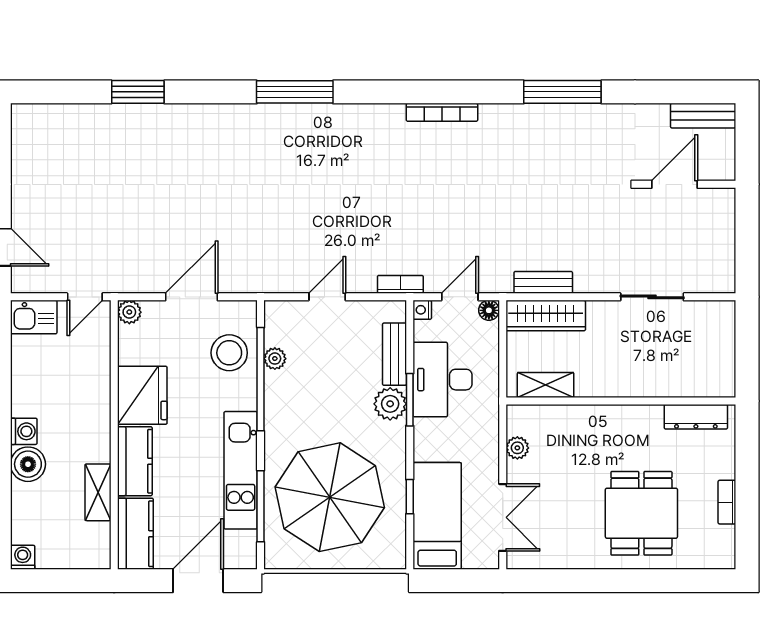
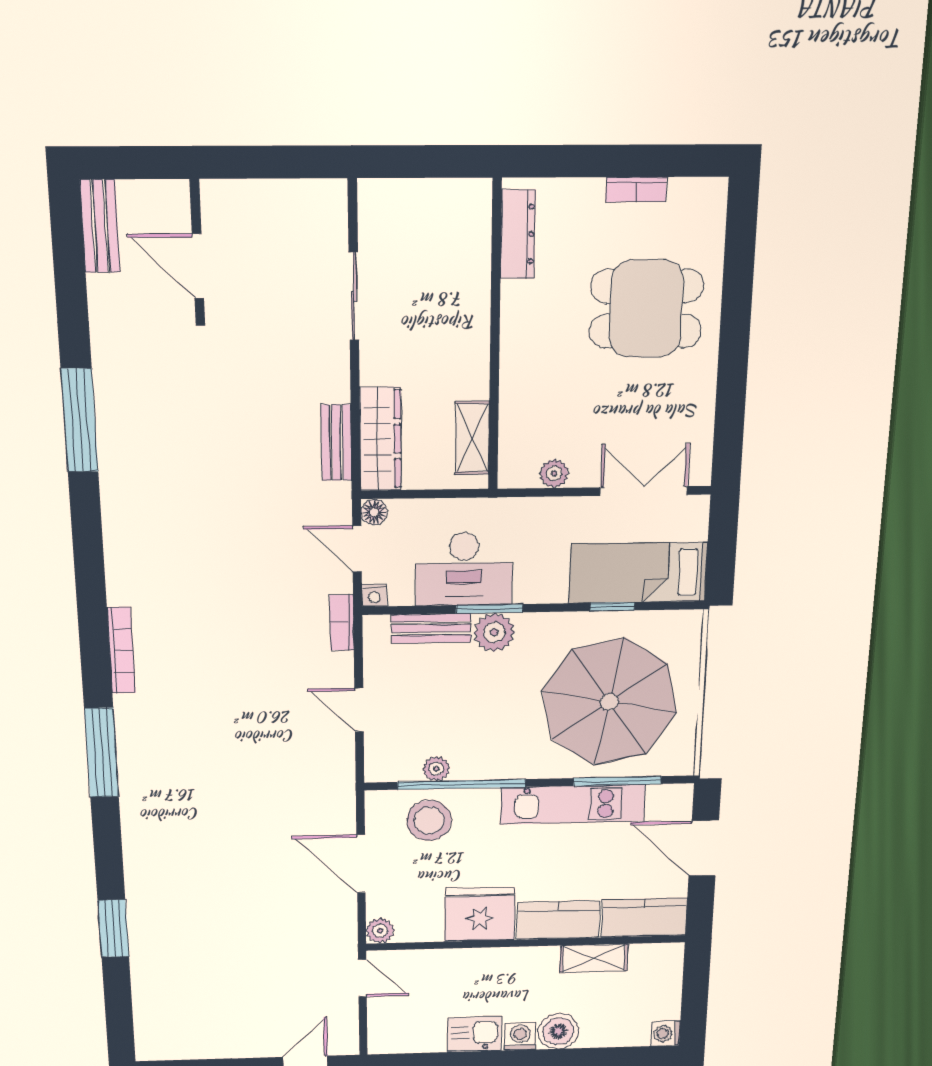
bookcase: (442, 112) -> (121, 650), moved
kitchen sink: (34, 317) -> (475, 1034), moved, turned -90

